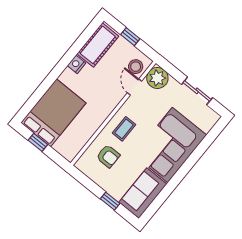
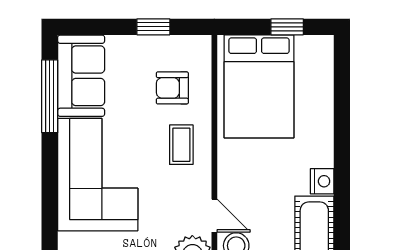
bed: (53, 113) -> (259, 86), moved
window: (163, 195) -> (50, 96), added
window: (110, 201) -> (153, 27), moved

